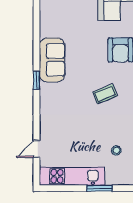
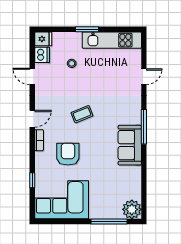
window: (36, 80) -> (144, 127), width x2.17
door: (36, 149) -> (144, 77), moved

